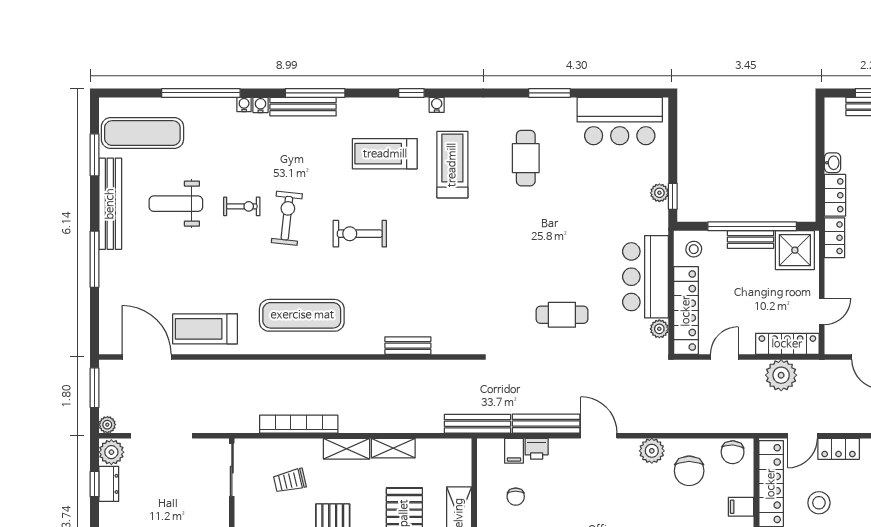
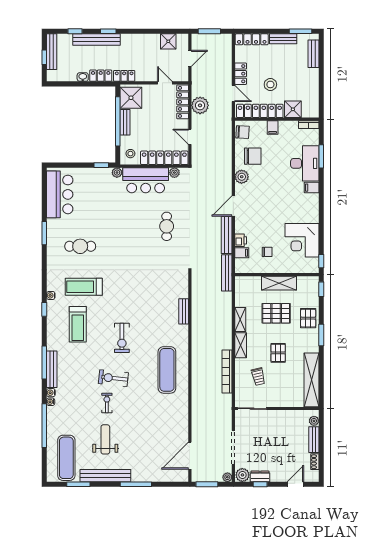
plant: (659, 193) -> (117, 173), moved
weight bench: (176, 204) -> (105, 439), turned 180
treadmill: (205, 329) -> (174, 423), removed

